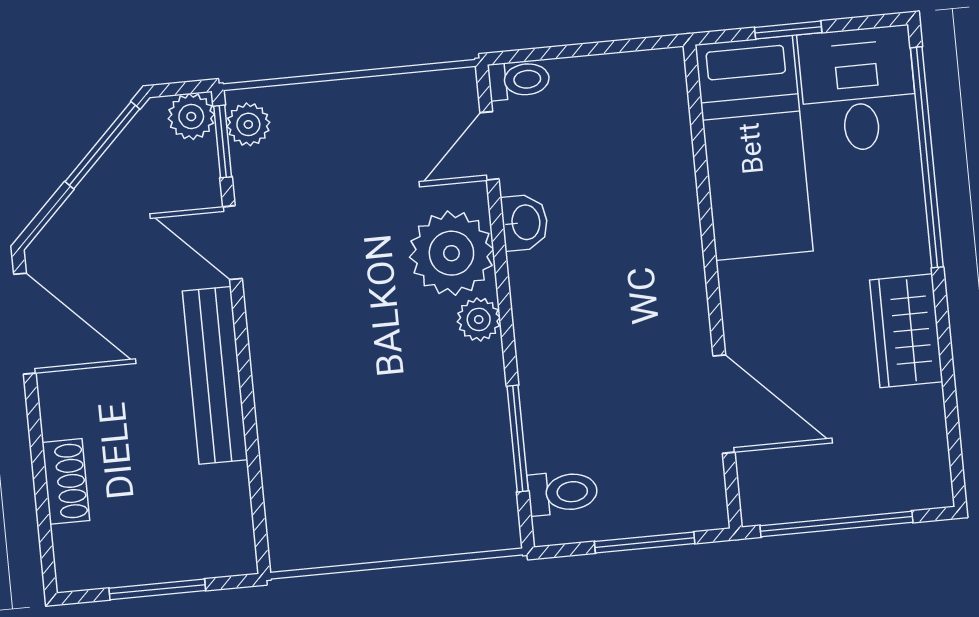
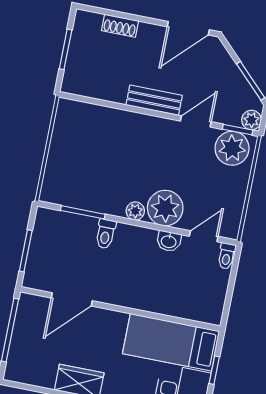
plant: (248, 124) -> (232, 148), width x1.87, depth x1.87
door: (489, 146) -> (204, 236), hinge flipped
bench: (215, 375) -> (154, 100), width x0.73
toilet: (563, 493) -> (106, 234), moved

